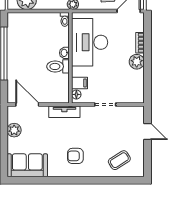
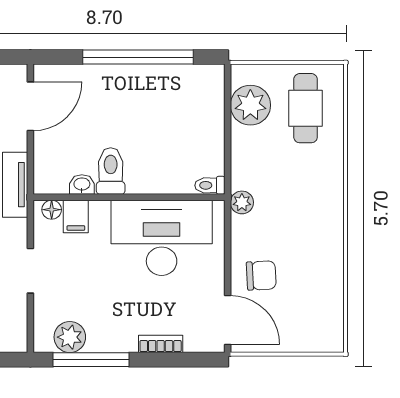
washbasin: (64, 53) -> (82, 185), moved
plant: (137, 62) -> (70, 337), moved
window: (147, 76) -> (91, 360), added

